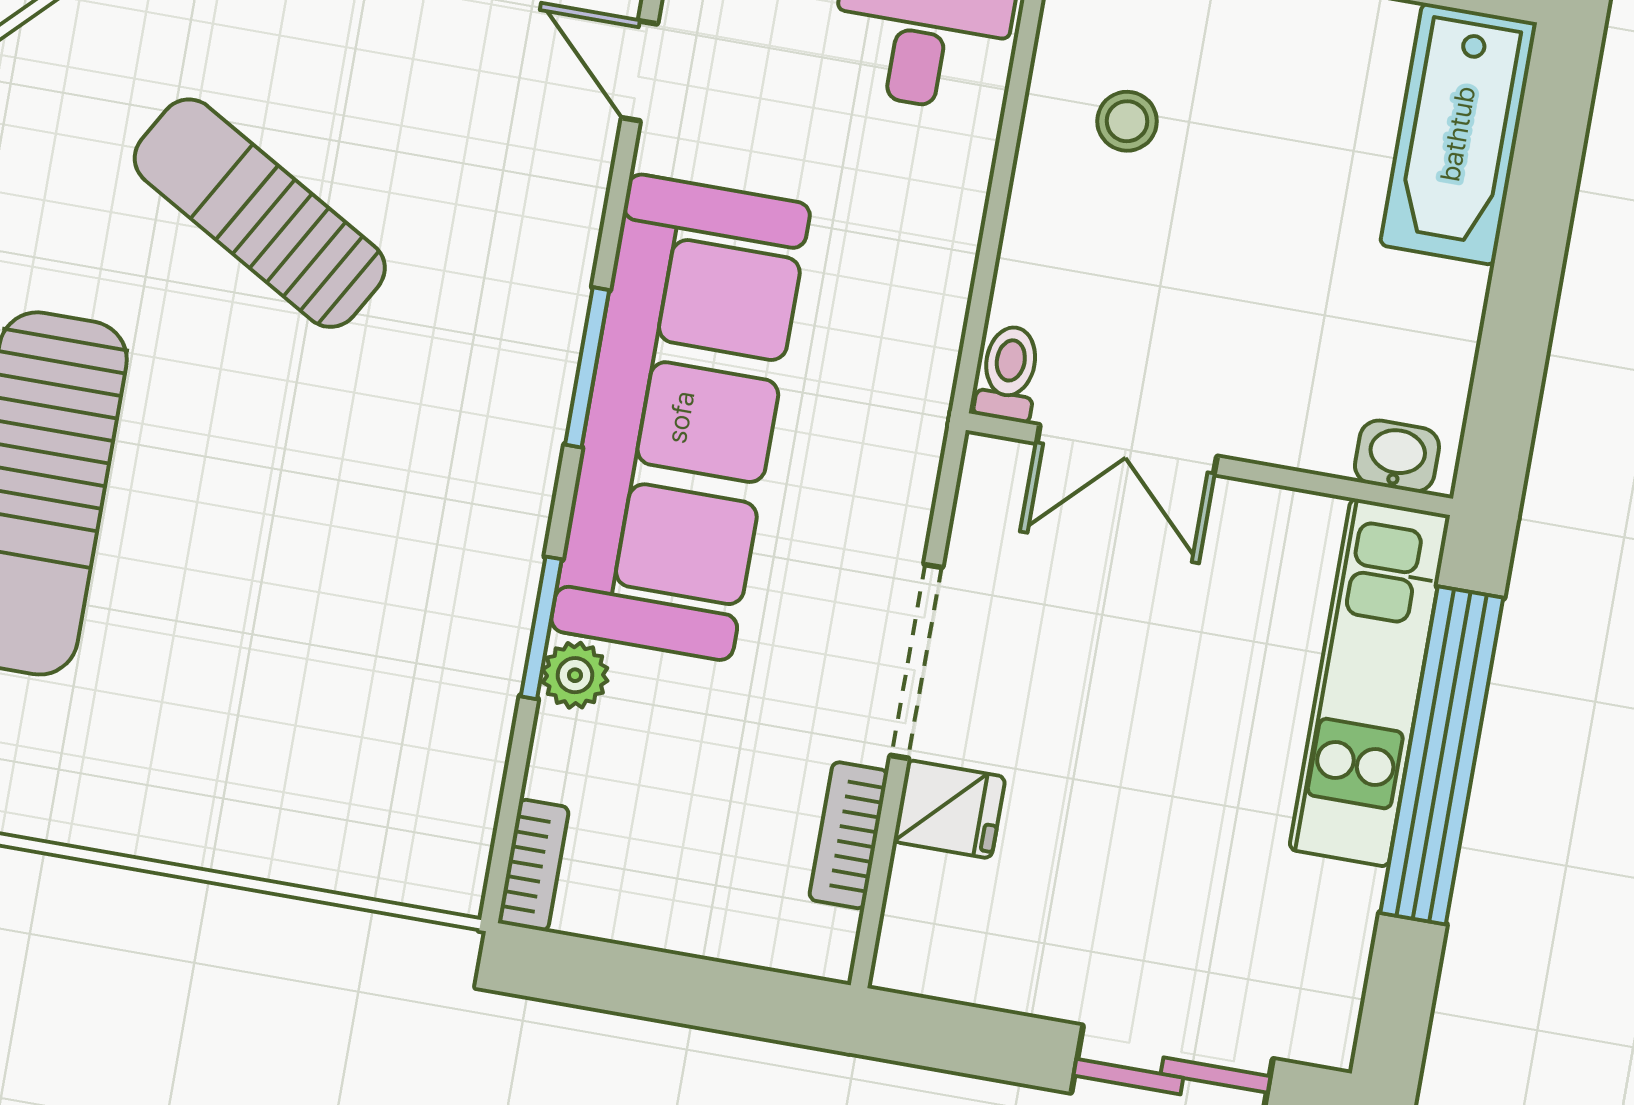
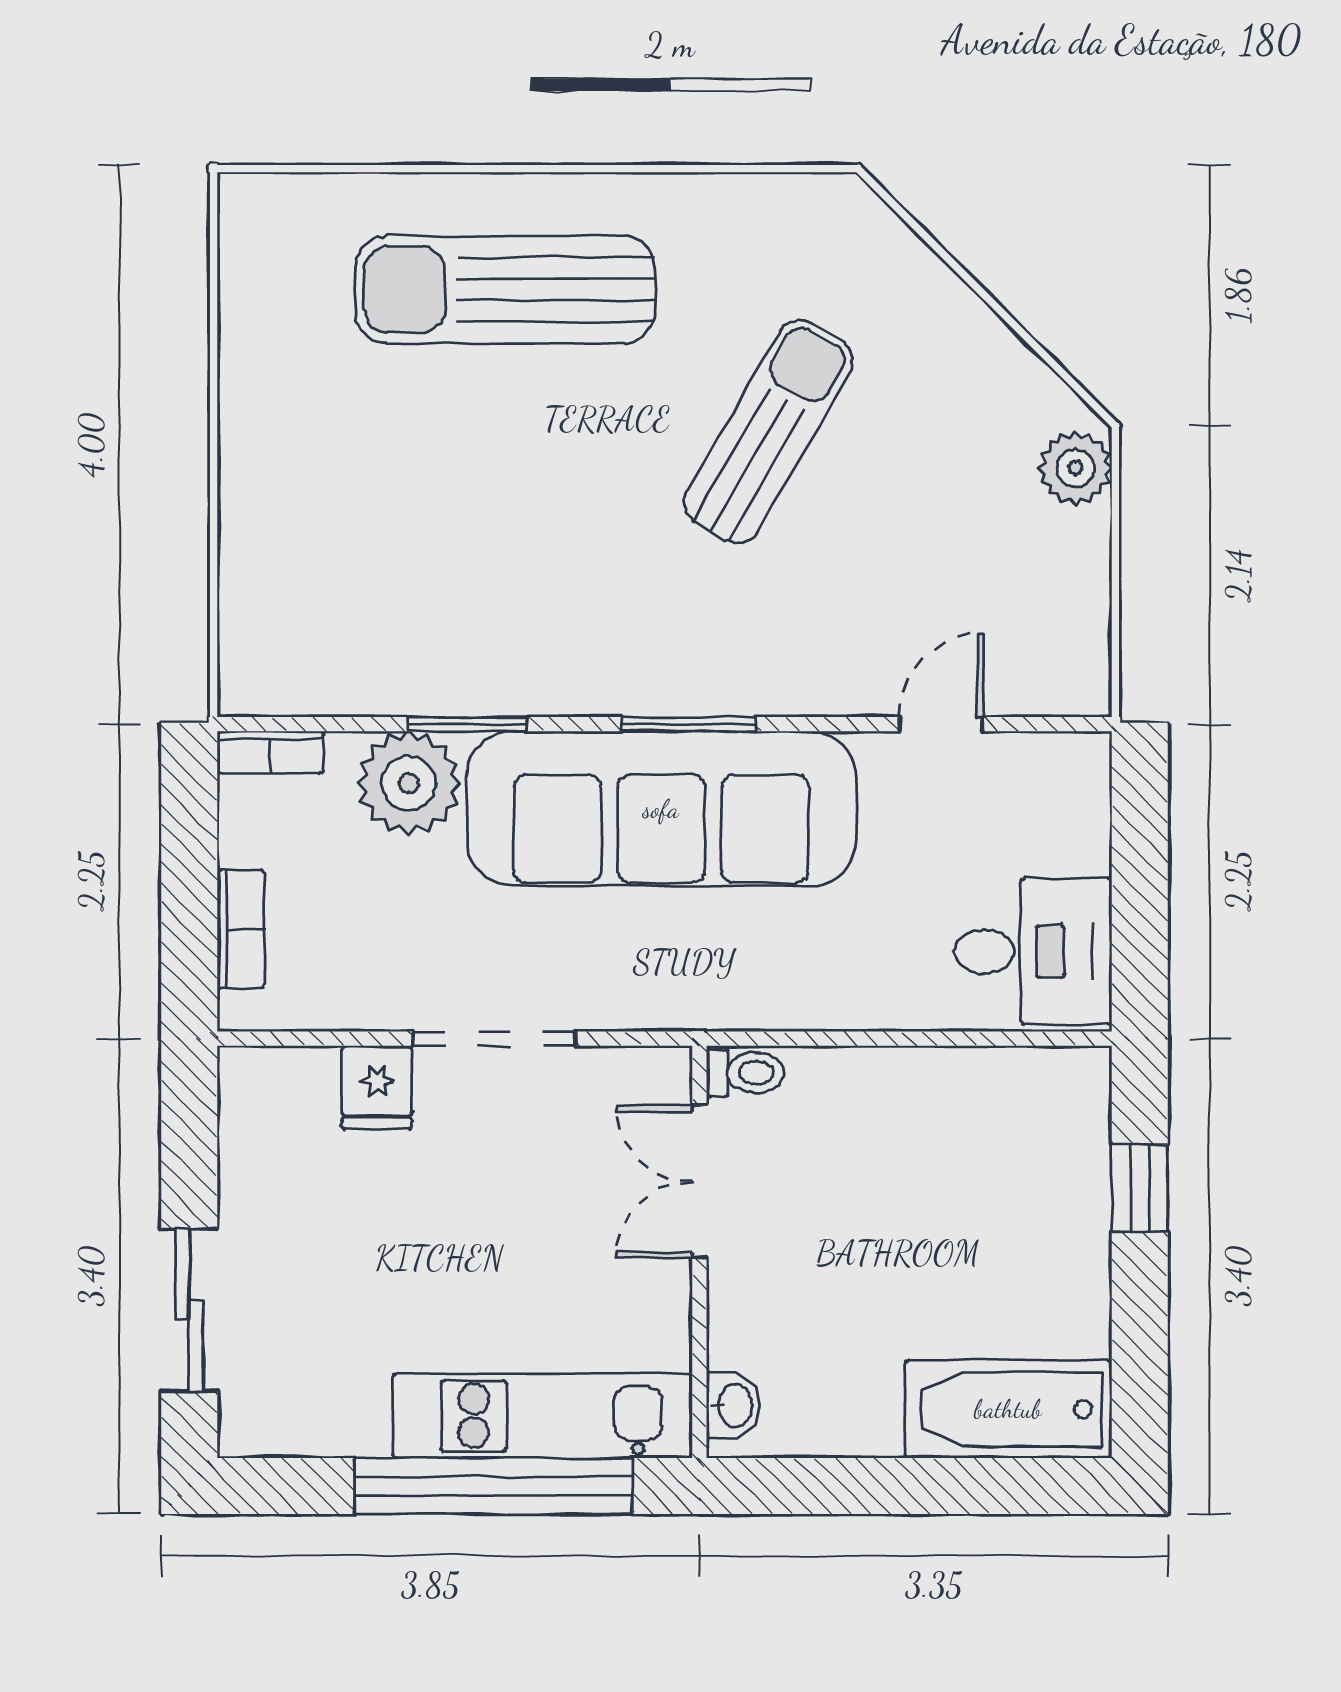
stool: (1127, 121) -> (971, 1134), removed
plant: (575, 675) -> (409, 783), width x1.87, depth x1.87
bookcase: (849, 835) -> (241, 930), moved, turned 90

